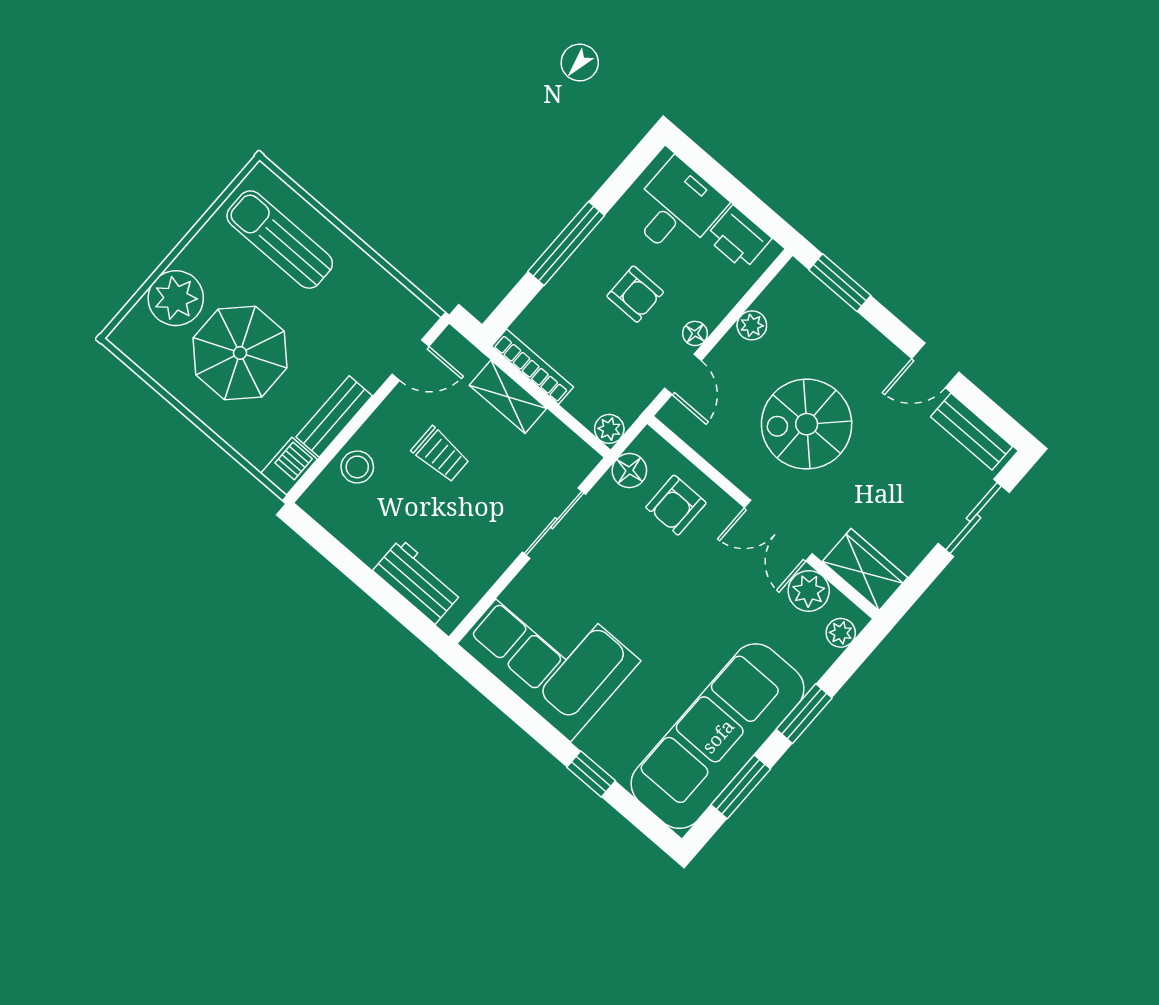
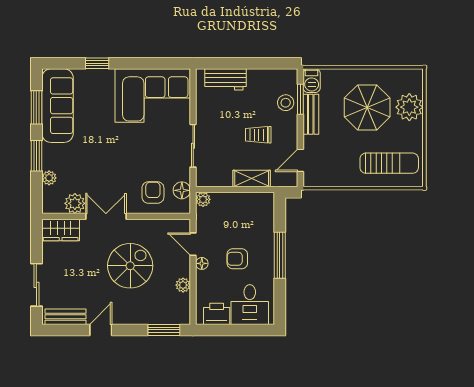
bookcase: (533, 367) -> (252, 198), removed
window: (330, 453) -> (300, 99), added
plant: (841, 633) -> (49, 178), moved
sofa: (718, 736) -> (58, 106), width x0.74, depth x0.79

